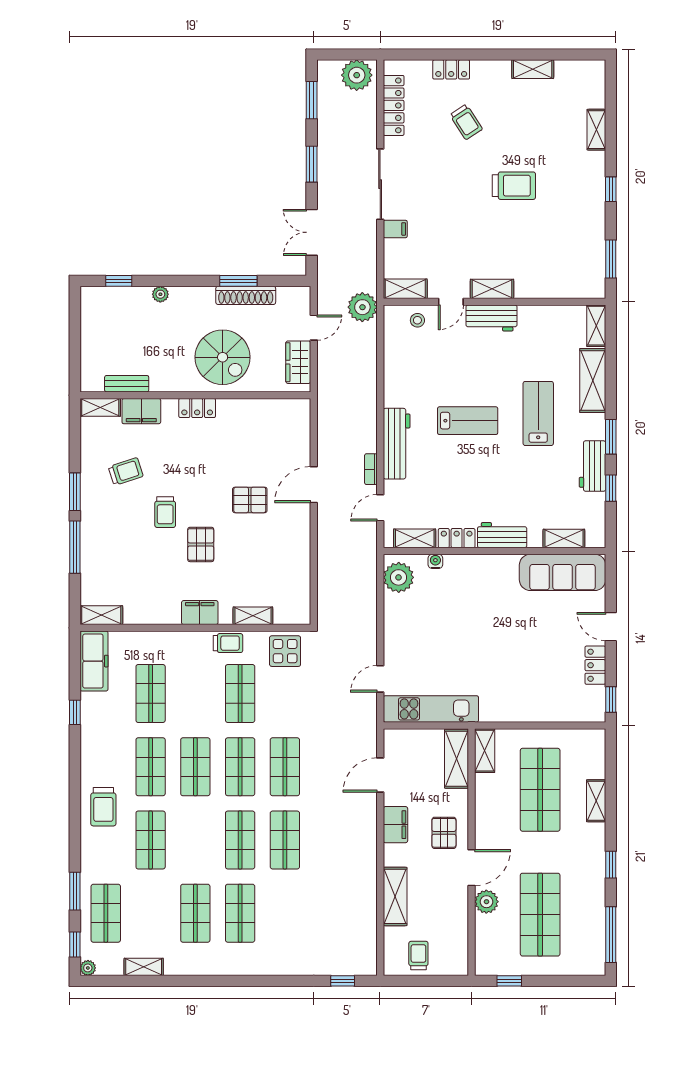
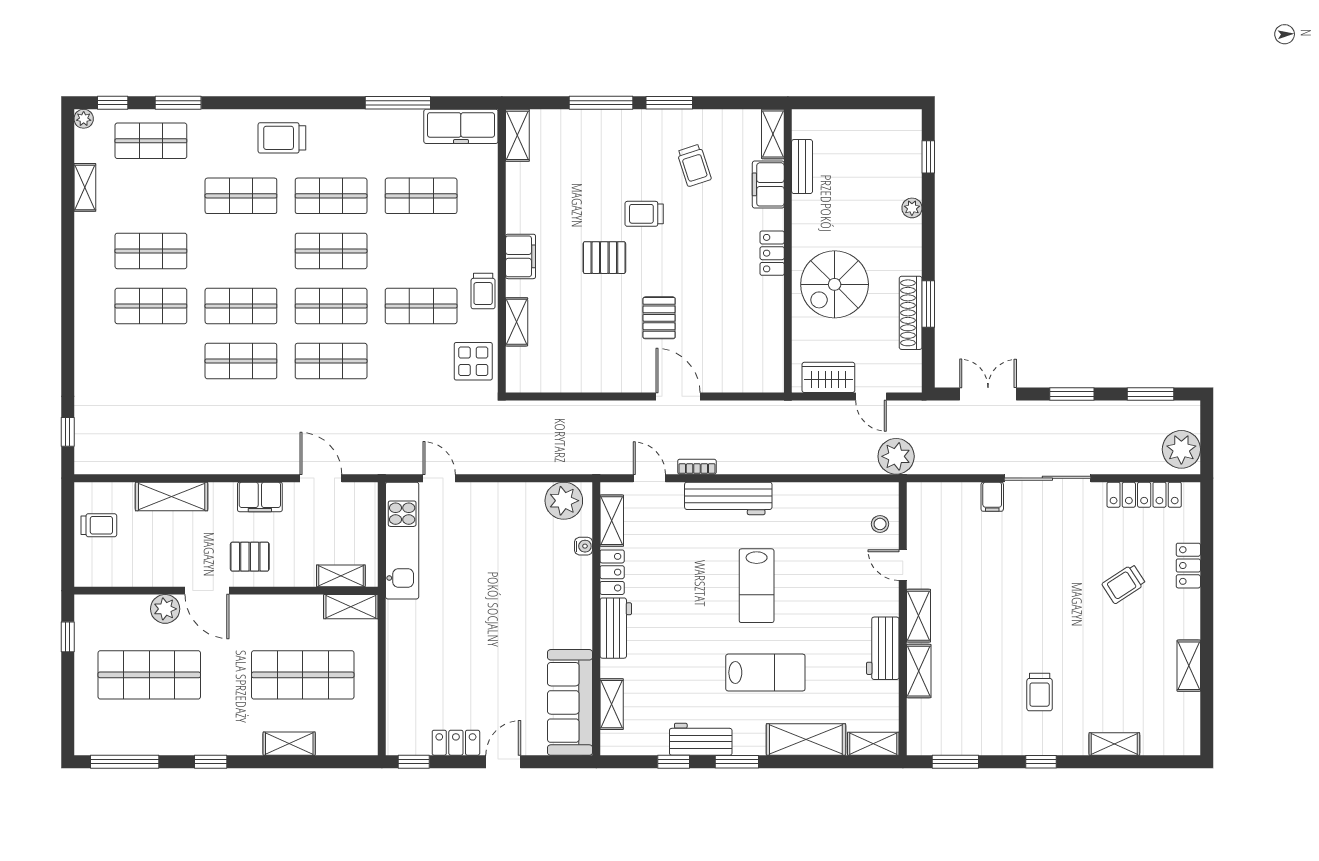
trolley: (514, 186) -> (1040, 692), moved, width x0.73, depth x0.72
shelving: (405, 289) -> (919, 671), moved
workbench: (491, 318) -> (883, 648), moved
window: (75, 712) -> (398, 103), width x2.17
shelving: (457, 759) -> (341, 576), width x0.67, depth x0.75

